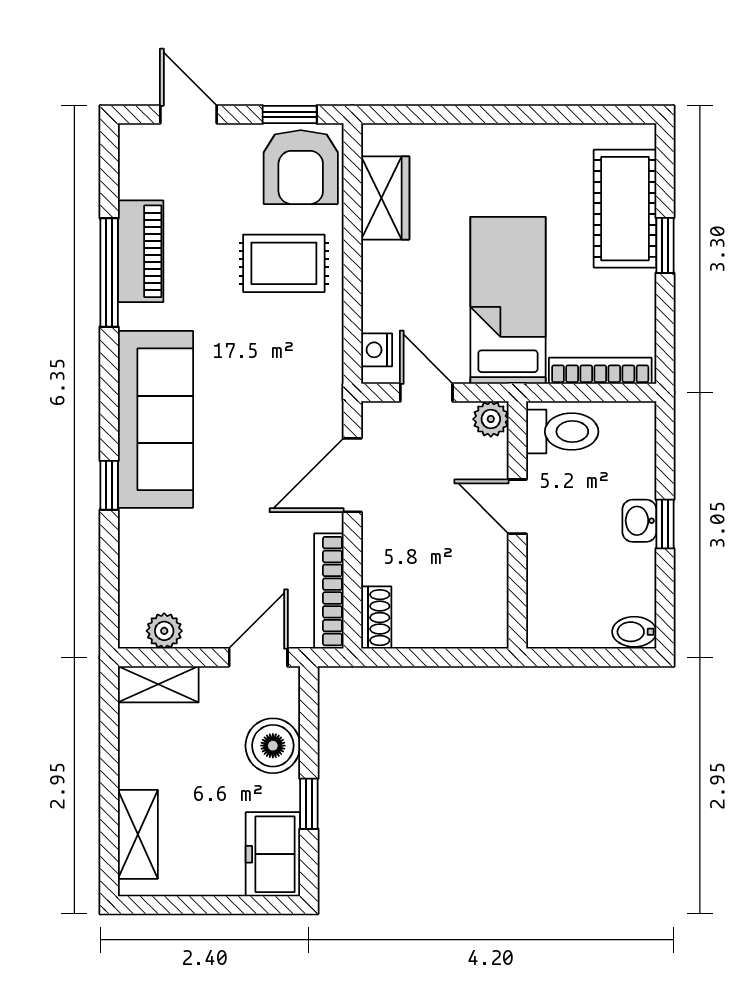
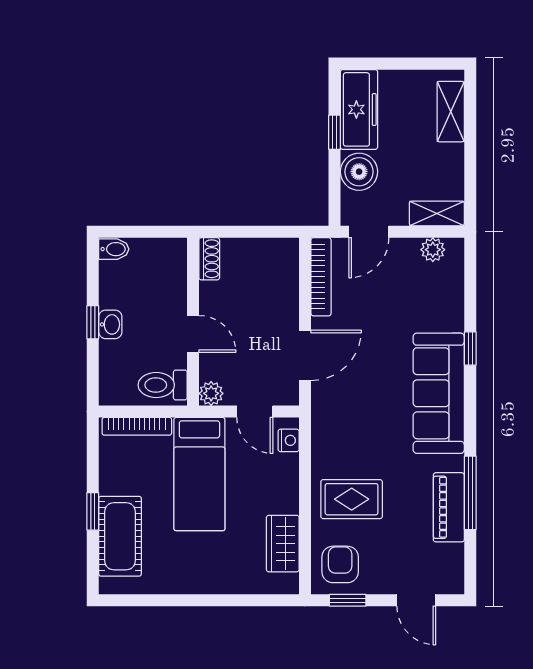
armchair: (301, 167) -> (340, 564), width x0.72, depth x0.72
shoe rack: (376, 618) -> (209, 259), moved, turned 180
freezer: (273, 854) -> (359, 109), width x1.40

